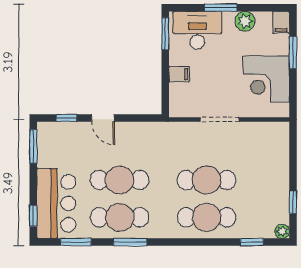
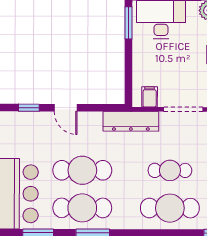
filing cabinet: (179, 74) -> (150, 97), moved, turned -90
dresser: (168, 131) -> (131, 121), added
cafe table: (207, 180) -> (170, 170), width x0.73, depth x0.74

